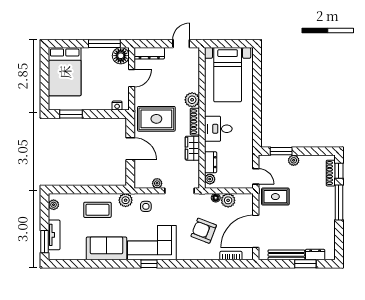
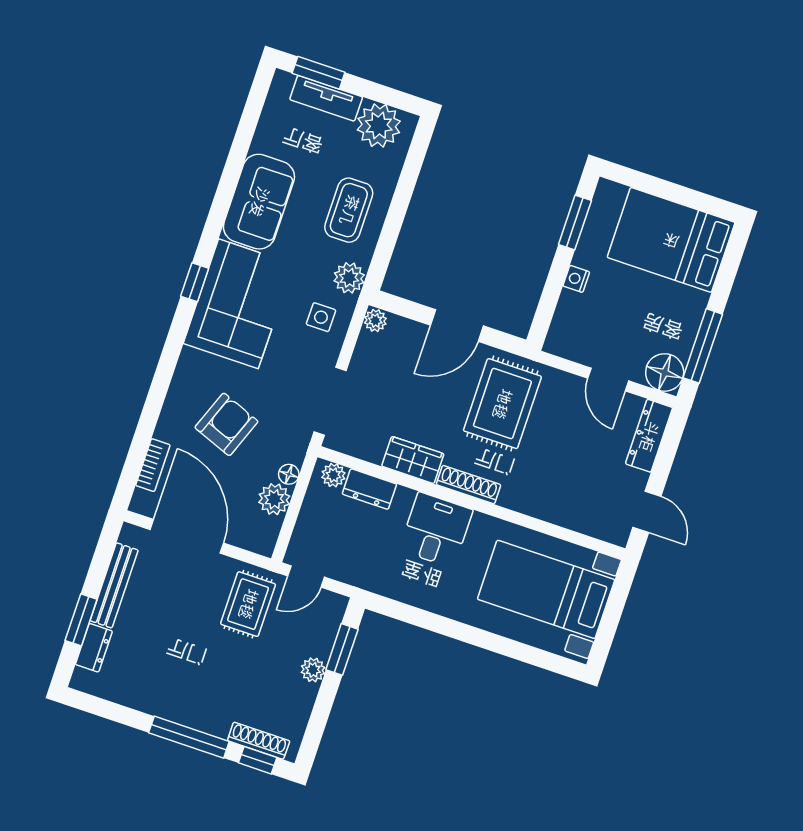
plant: (192, 100) -> (518, 495), removed
nightstand: (117, 106) -> (576, 279), moved
plant: (157, 183) -> (375, 321), moved
plant: (54, 205) -> (379, 125), width x1.88, depth x1.88

